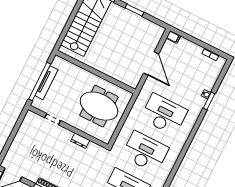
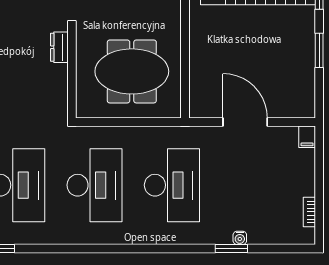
door: (151, 63) -> (245, 122), swing flipped
meeting table: (99, 106) -> (132, 71), turned 90
dresser: (80, 141) -> (59, 47), moved

